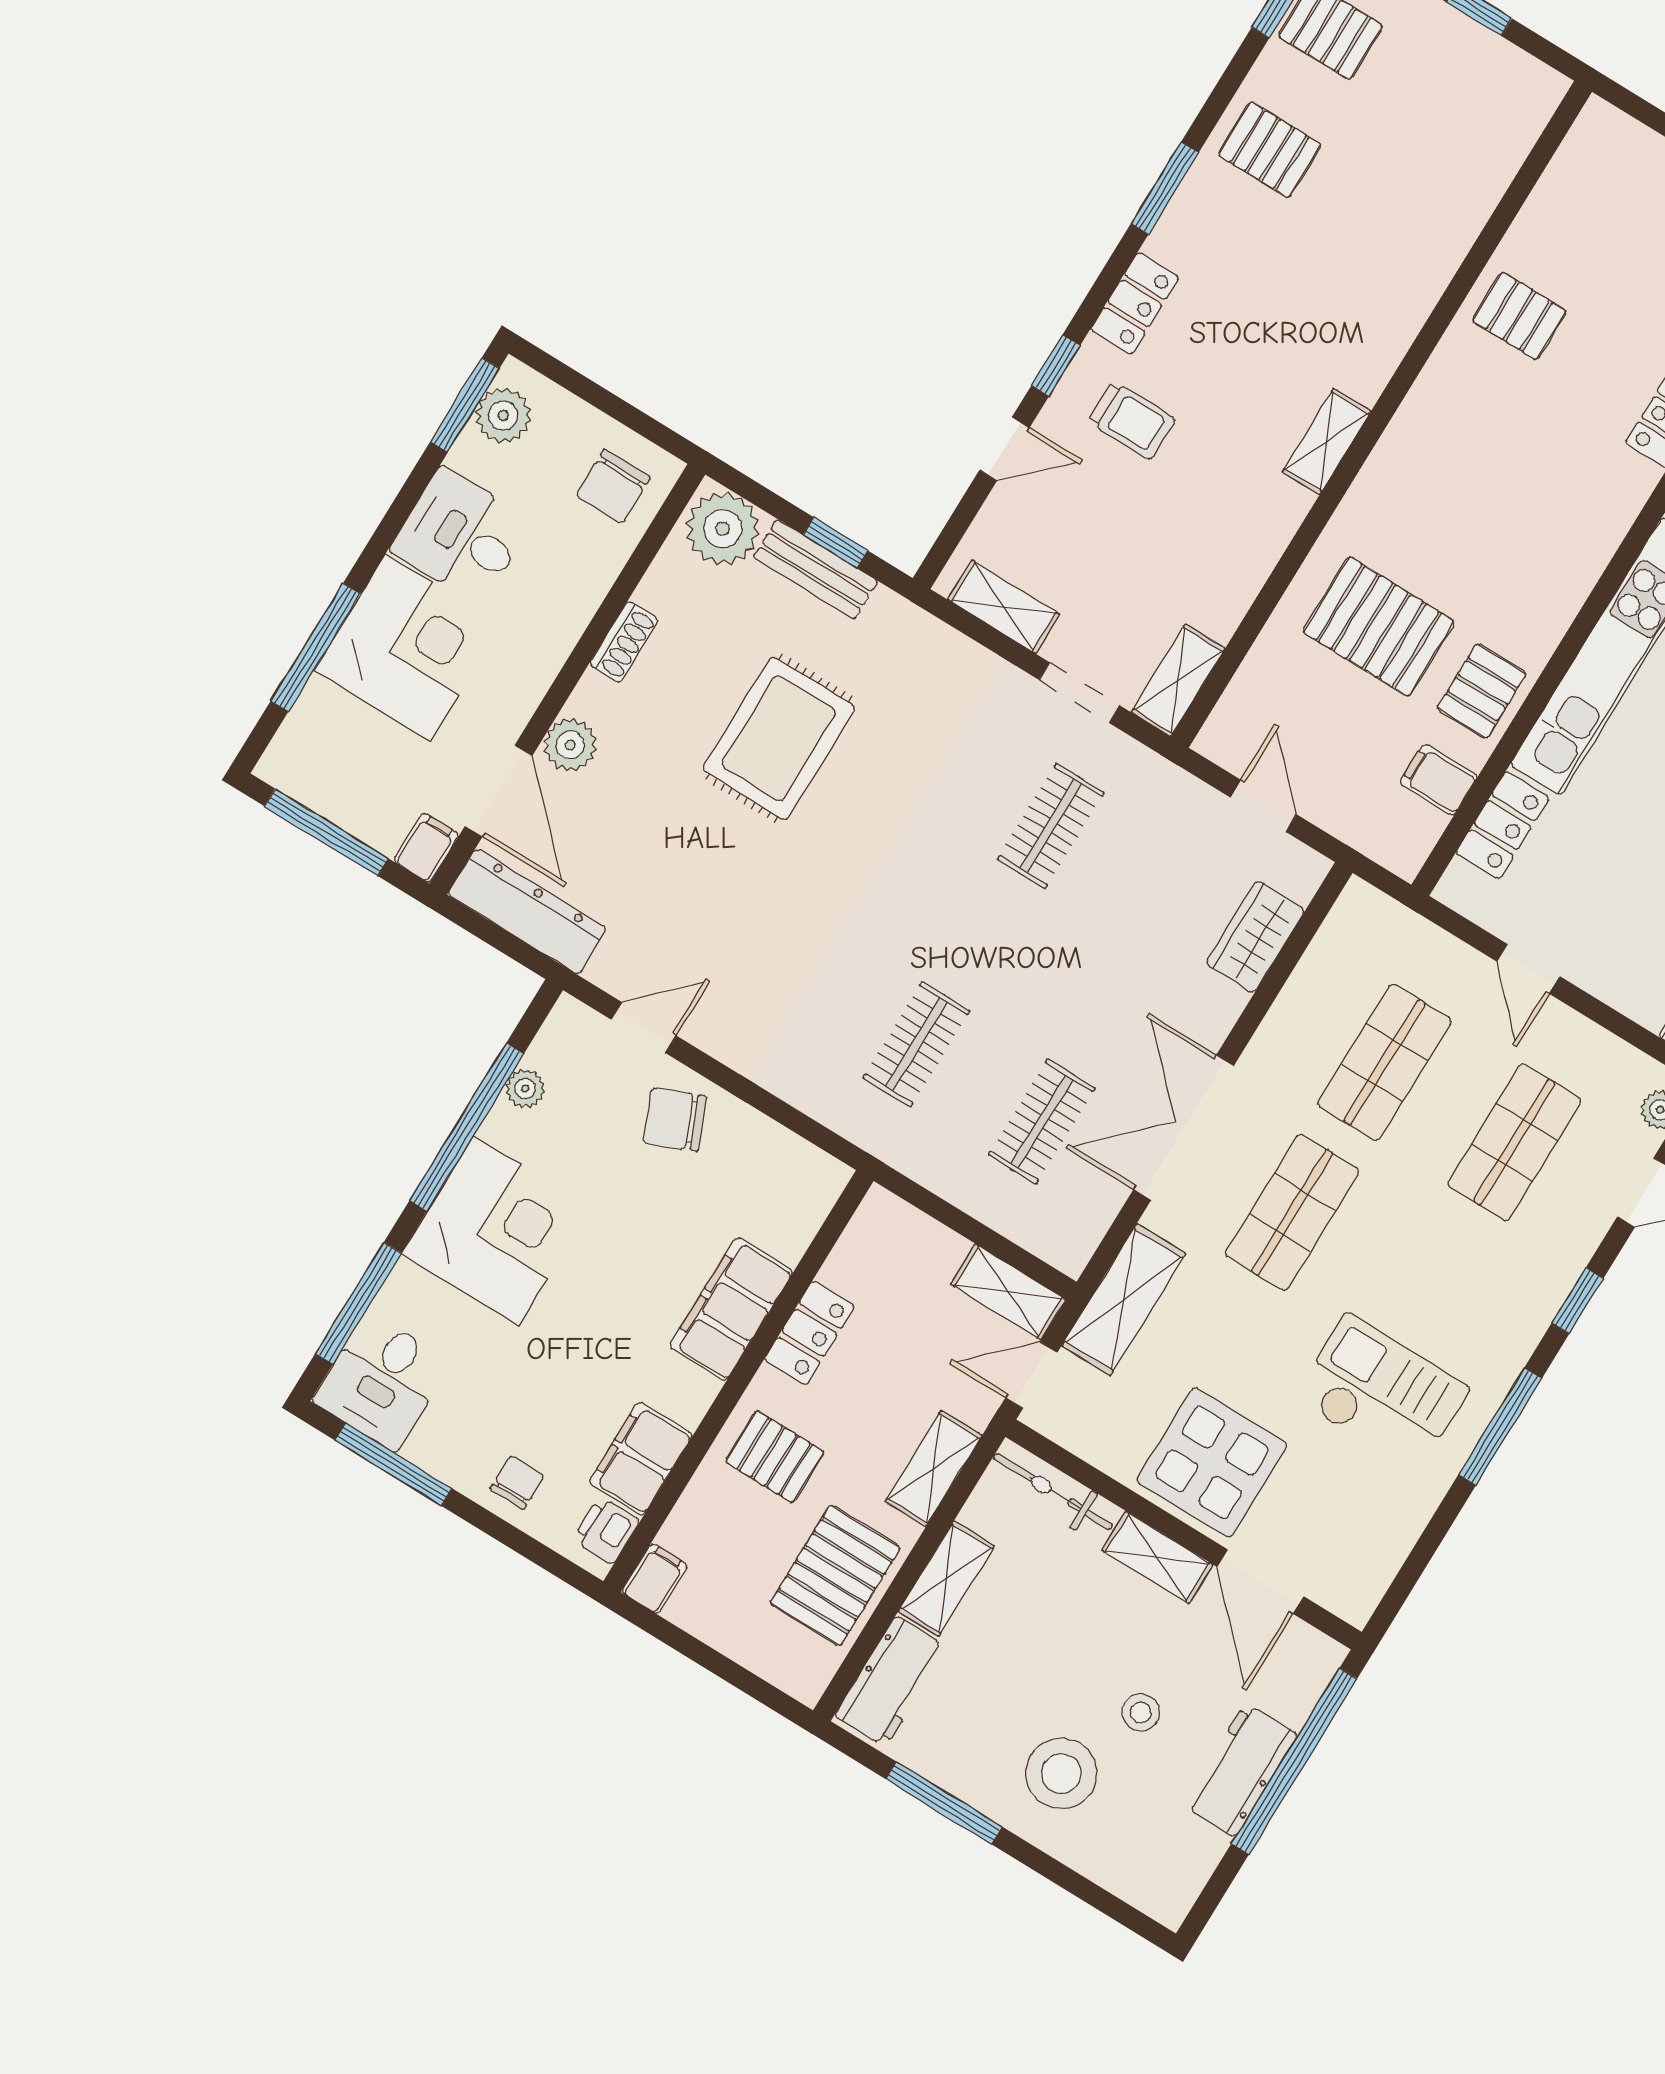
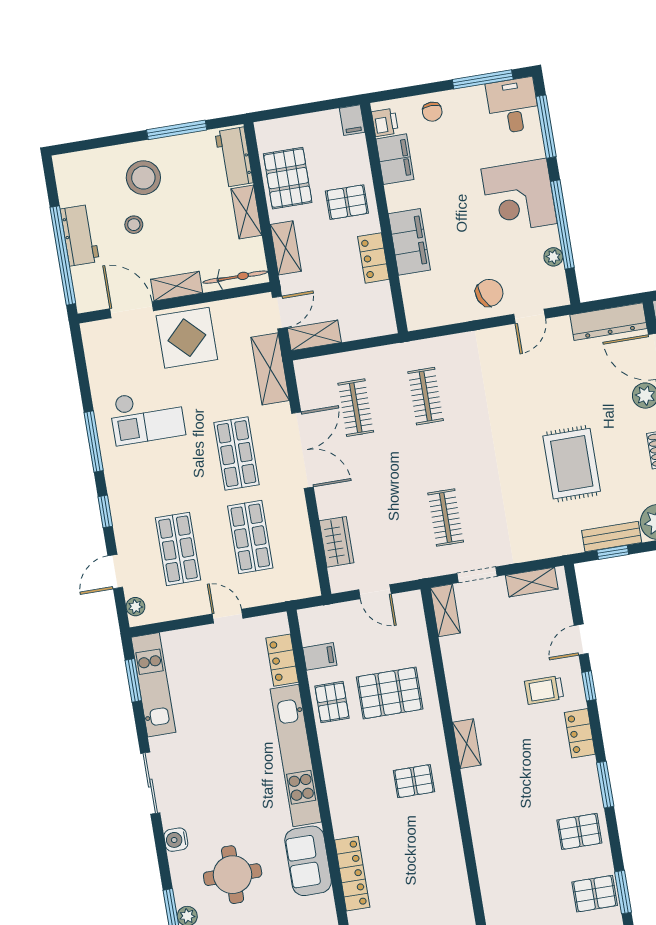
pallet: (1519, 316) -> (414, 781), moved

